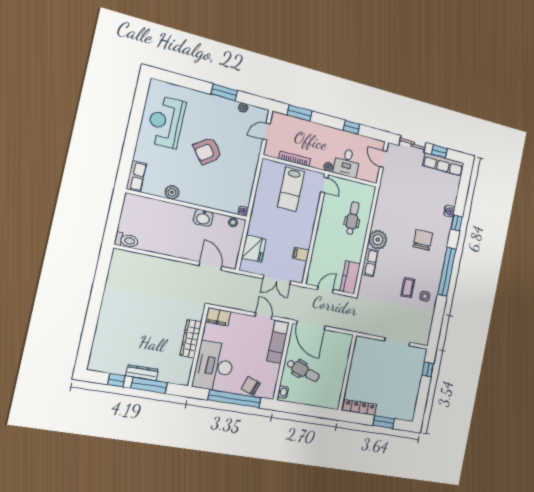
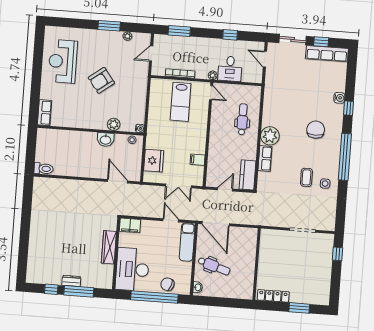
plant: (172, 192) -> (114, 124), moved
dresser: (142, 373) -> (71, 281), width x0.70

